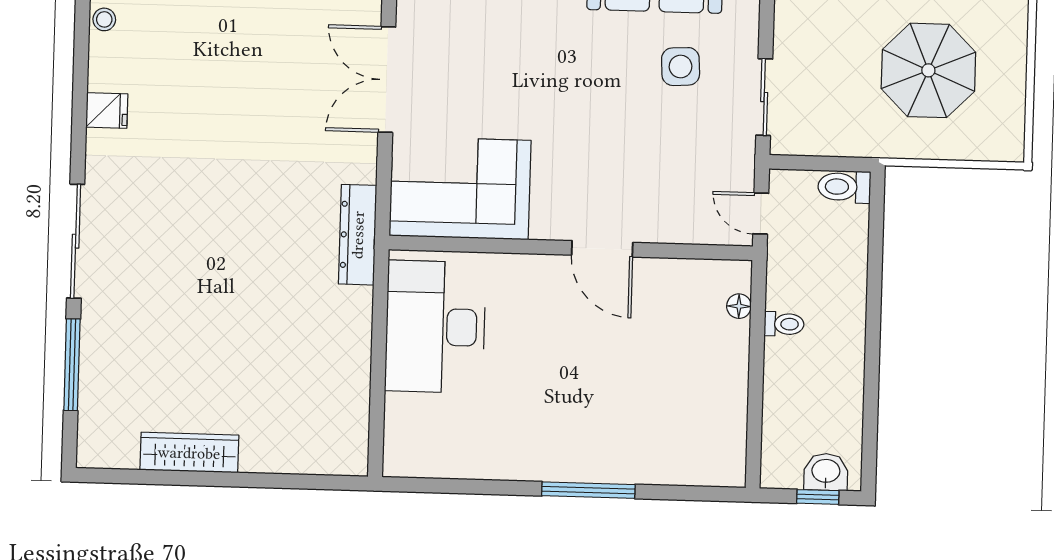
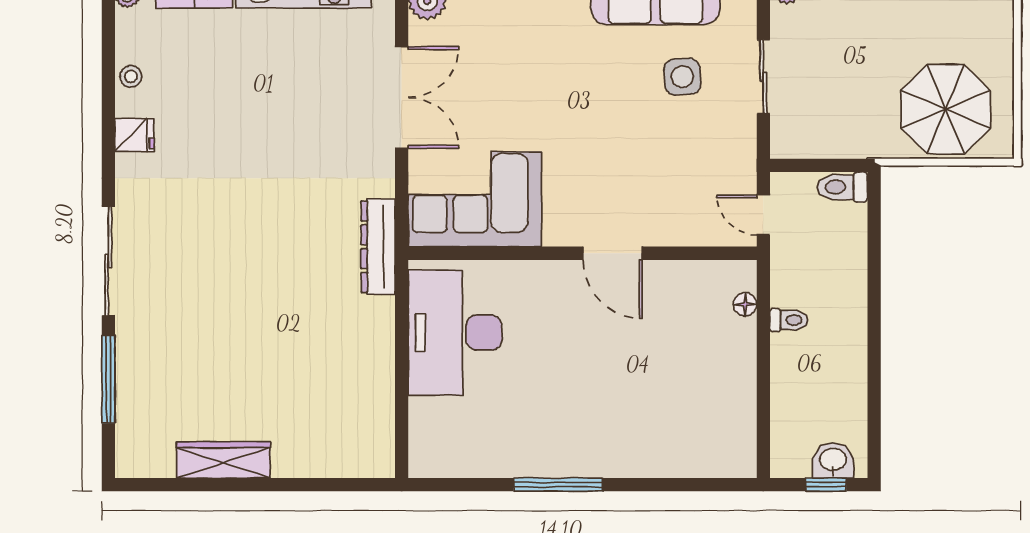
stool: (104, 19) -> (131, 76), moved
parasol: (928, 70) -> (946, 109), moved
double door: (387, 79) -> (402, 97), swing flipped
sliding door: (764, 97) -> (763, 77), moved
window: (588, 490) -> (558, 485), moved

